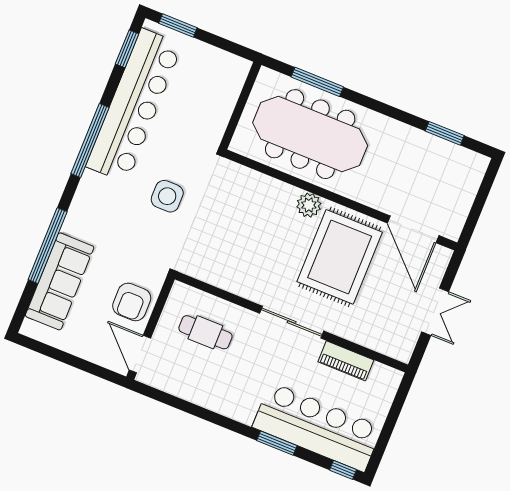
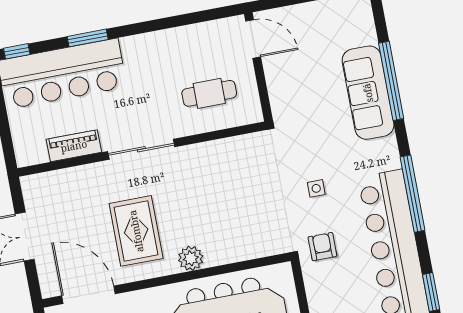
side table: (167, 196) -> (316, 188), width x0.54, depth x0.54
rug: (340, 257) -> (136, 231), width x0.73, depth x0.69
sofa: (60, 281) -> (368, 93), moved
armchair: (132, 302) -> (322, 247), moved, width x0.72, depth x0.72

